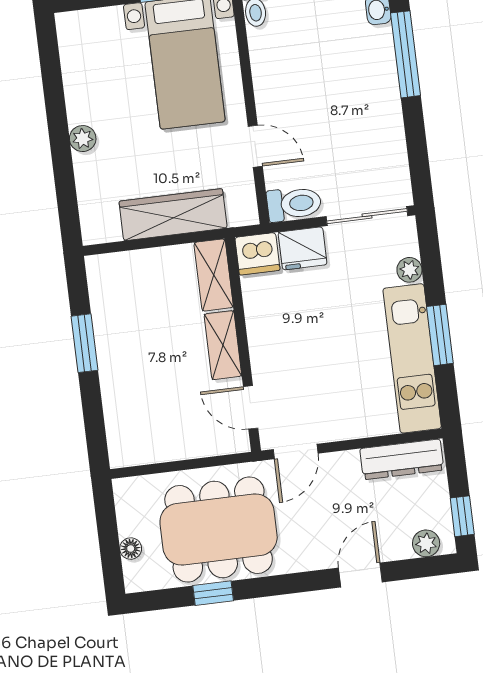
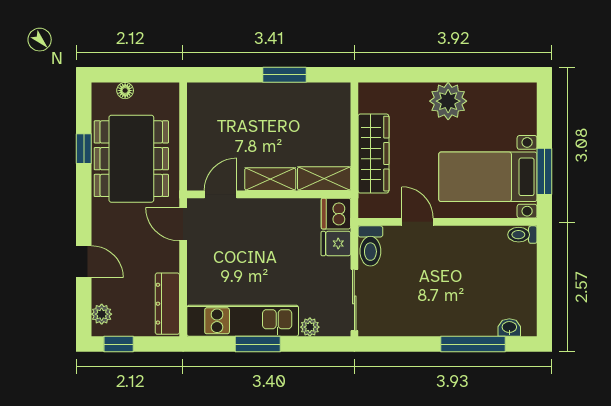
plant: (83, 139) -> (448, 101), width x1.88, depth x1.88
door: (255, 146) -> (417, 222), swing flipped
fridge: (303, 248) -> (336, 244), width x0.72

